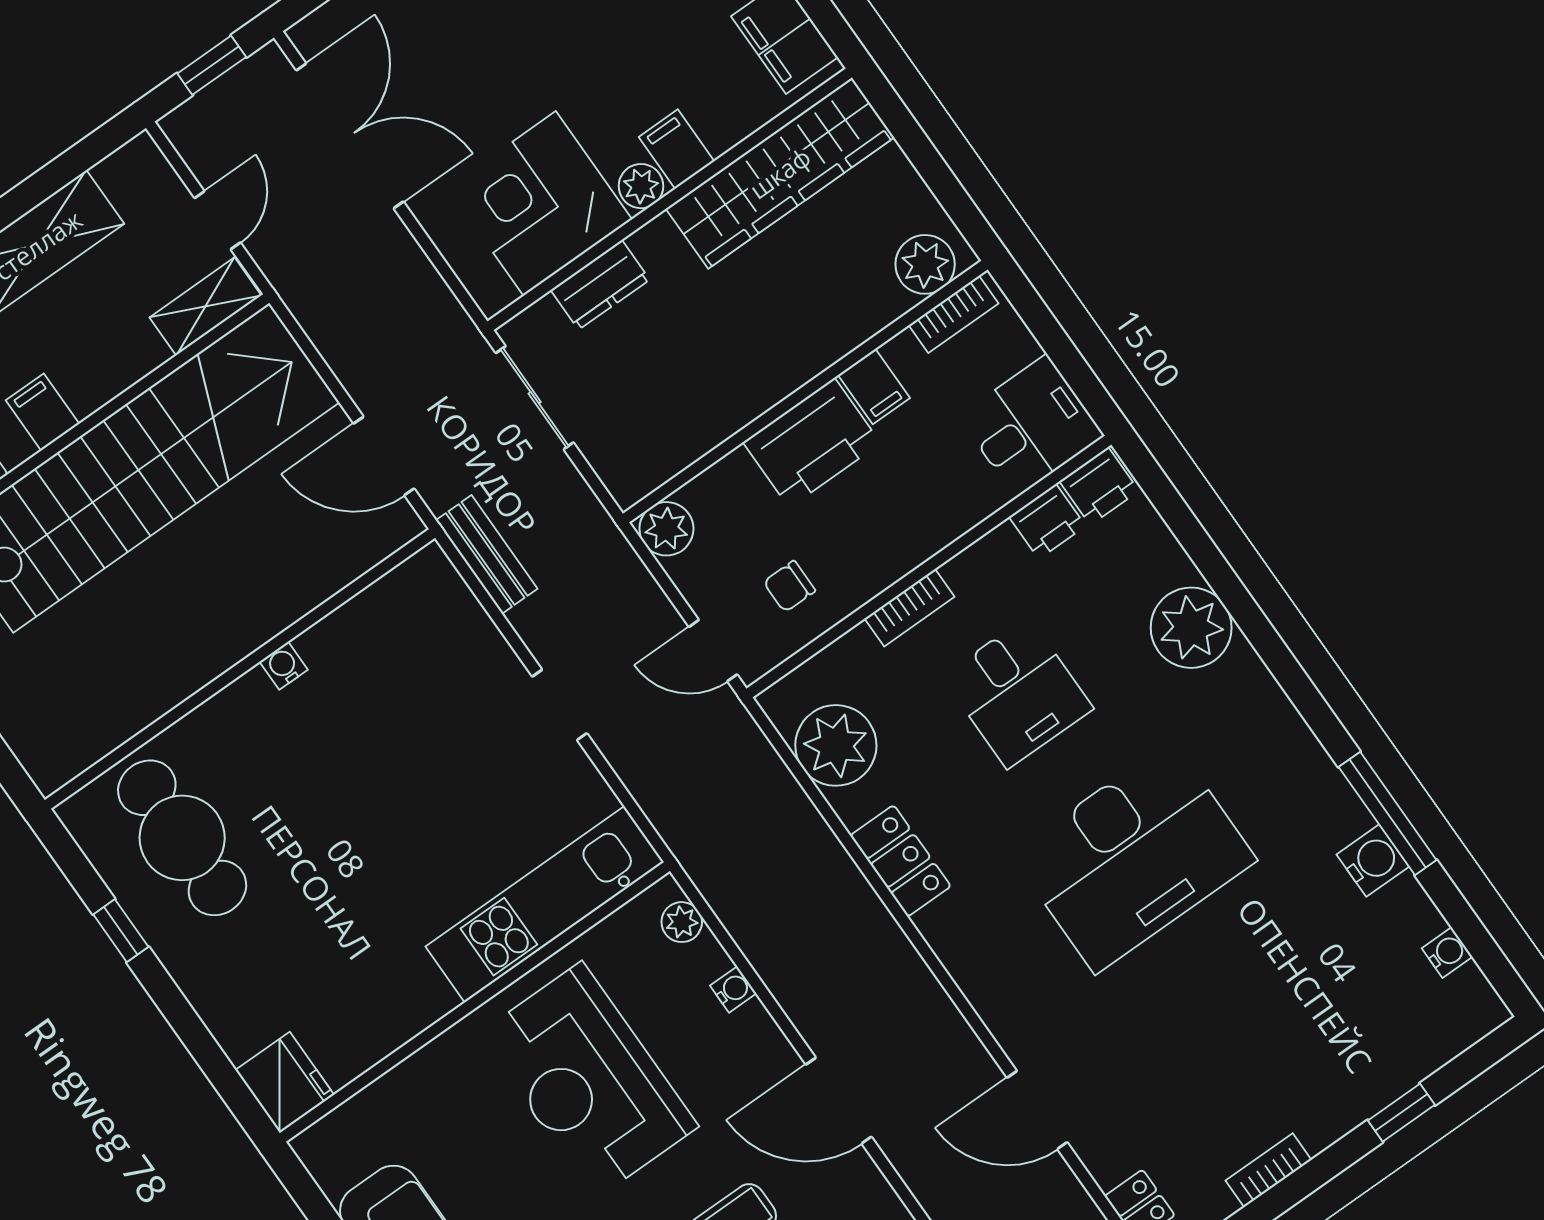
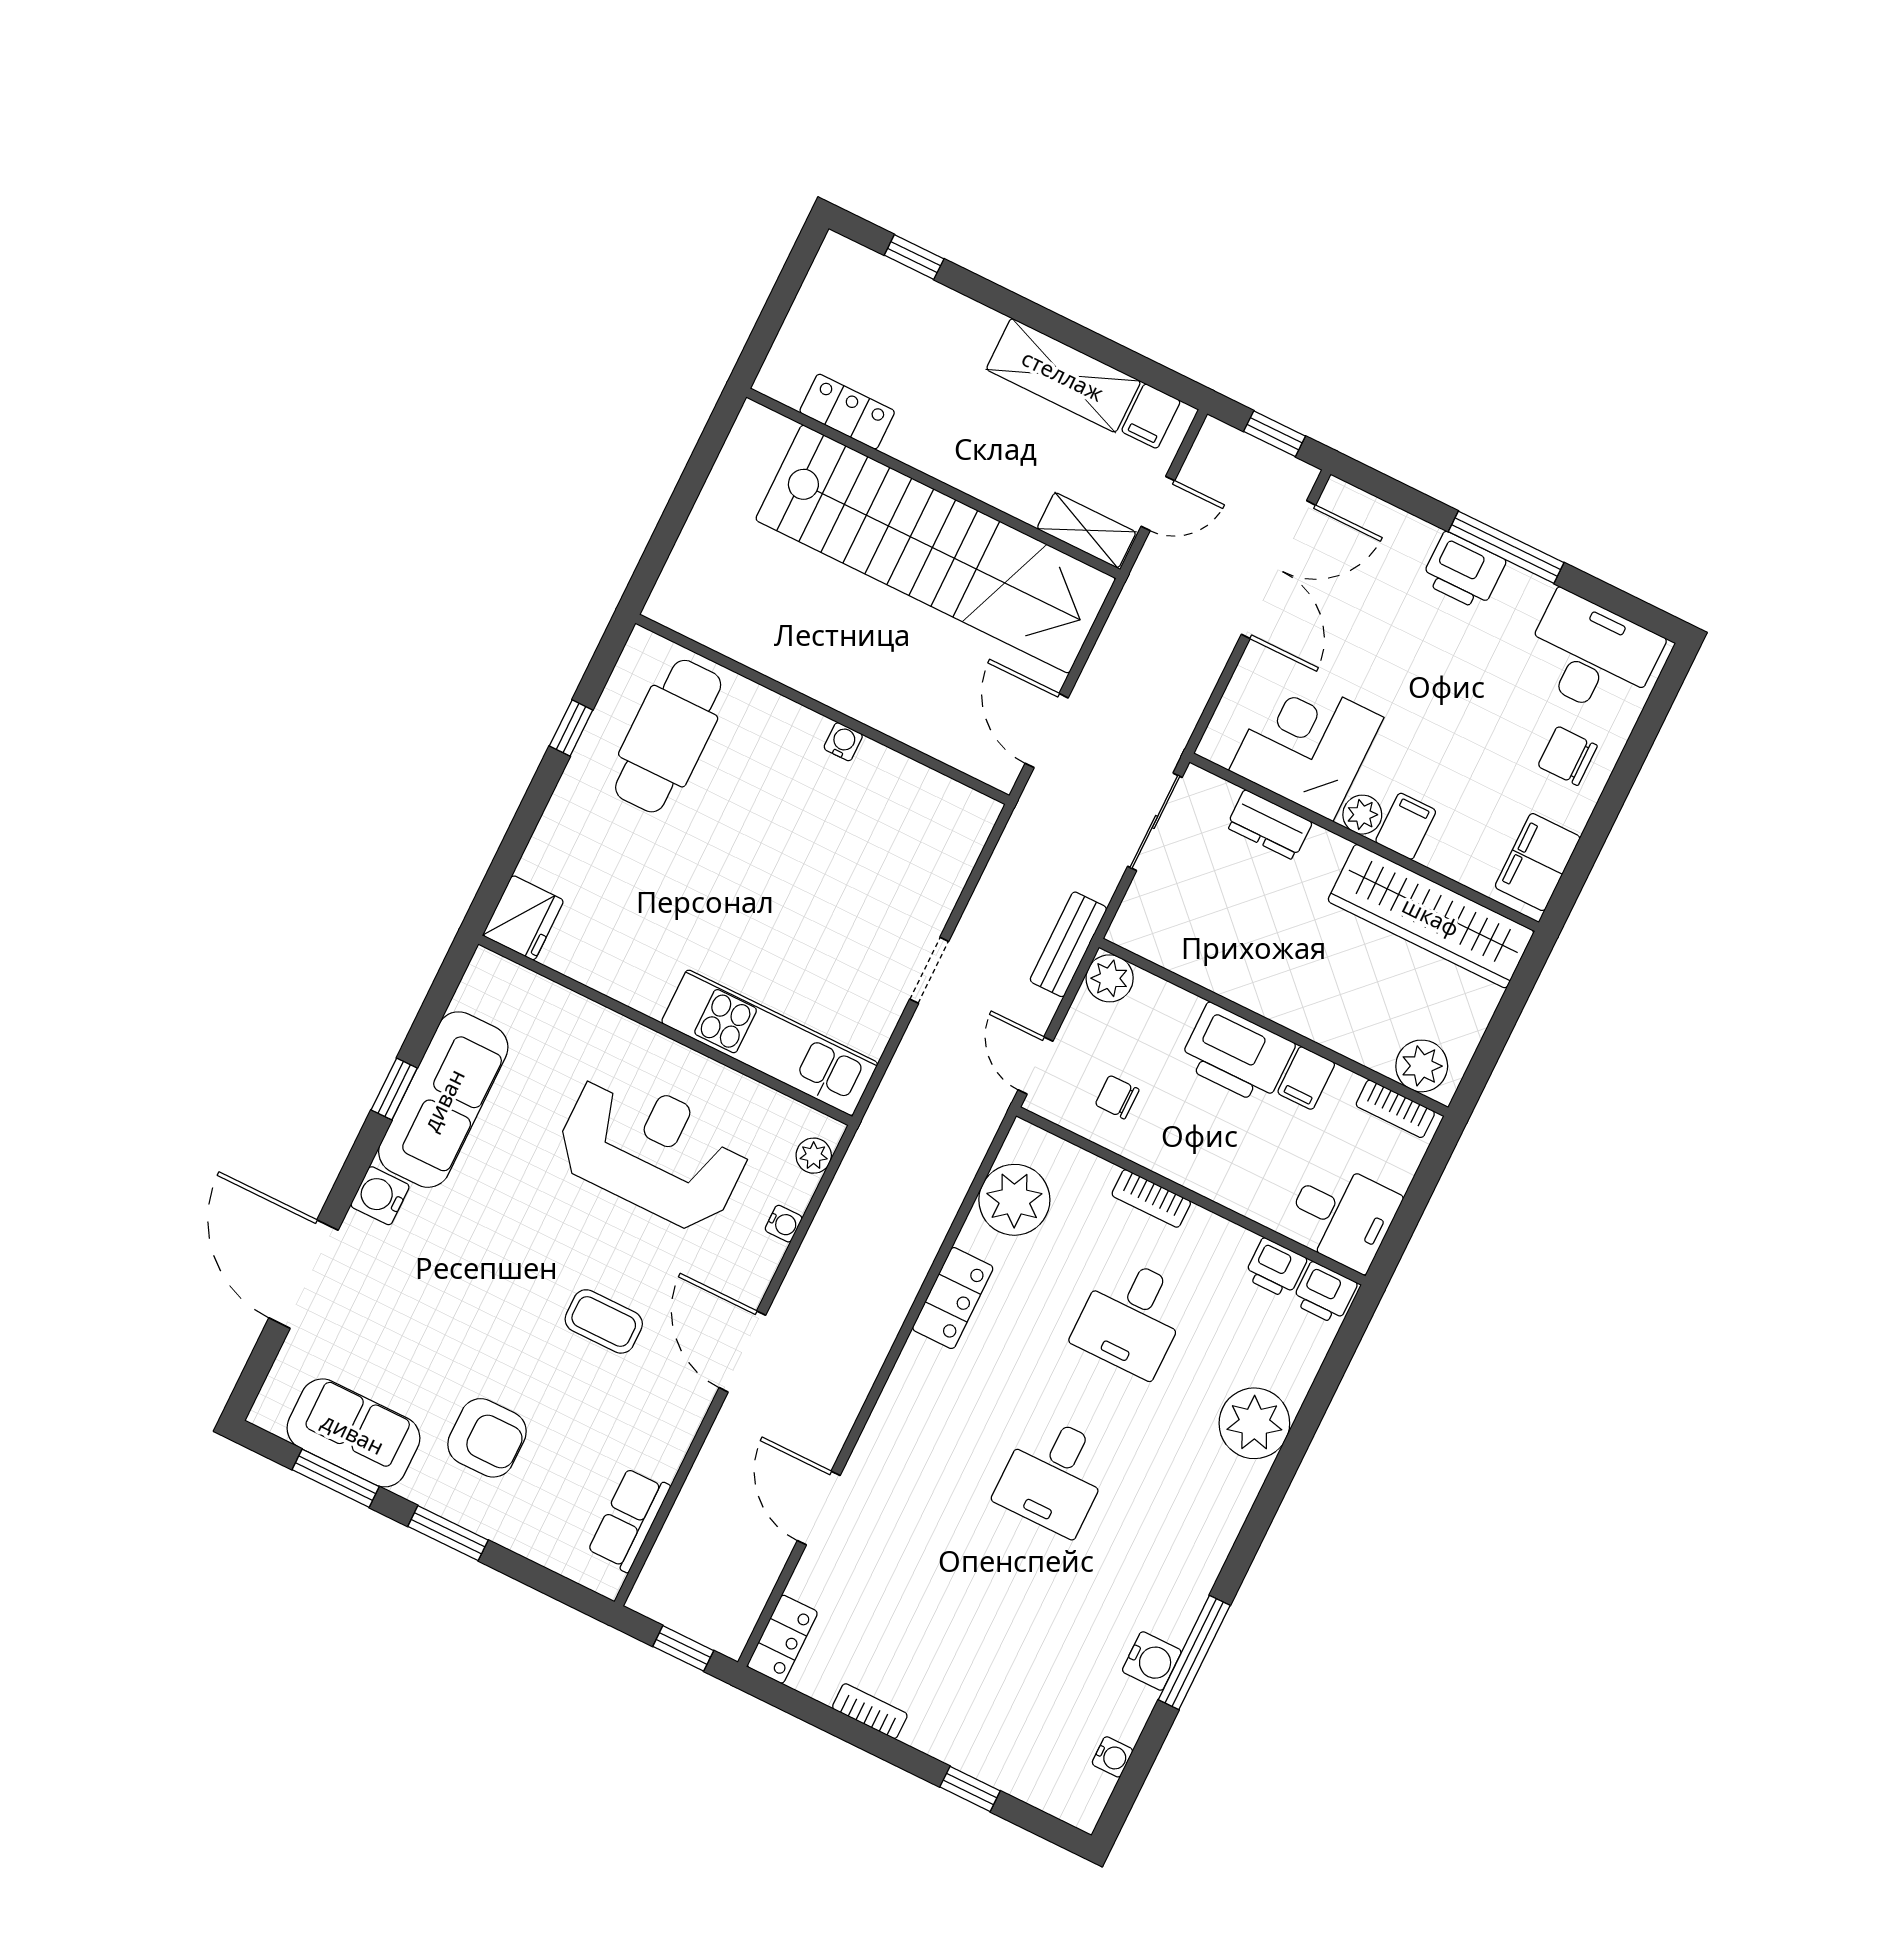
filing cabinet: (43, 412) -> (1151, 416), moved, turned 180
bench: (487, 554) -> (1068, 944), moved
desk: (1134, 857) -> (1054, 1476), width x0.53, depth x0.77
reception desk: (588, 1080) -> (653, 1150), turned 90

